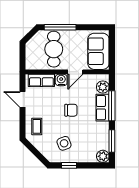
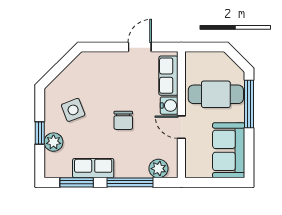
sofa: (98, 51) -> (229, 150), moved, turned -90
row of seats: (103, 108) -> (93, 168), moved
coffee table: (37, 126) -> (99, 69), removed
plant: (103, 156) -> (53, 142), moved
window: (69, 165) -> (40, 133), moved

